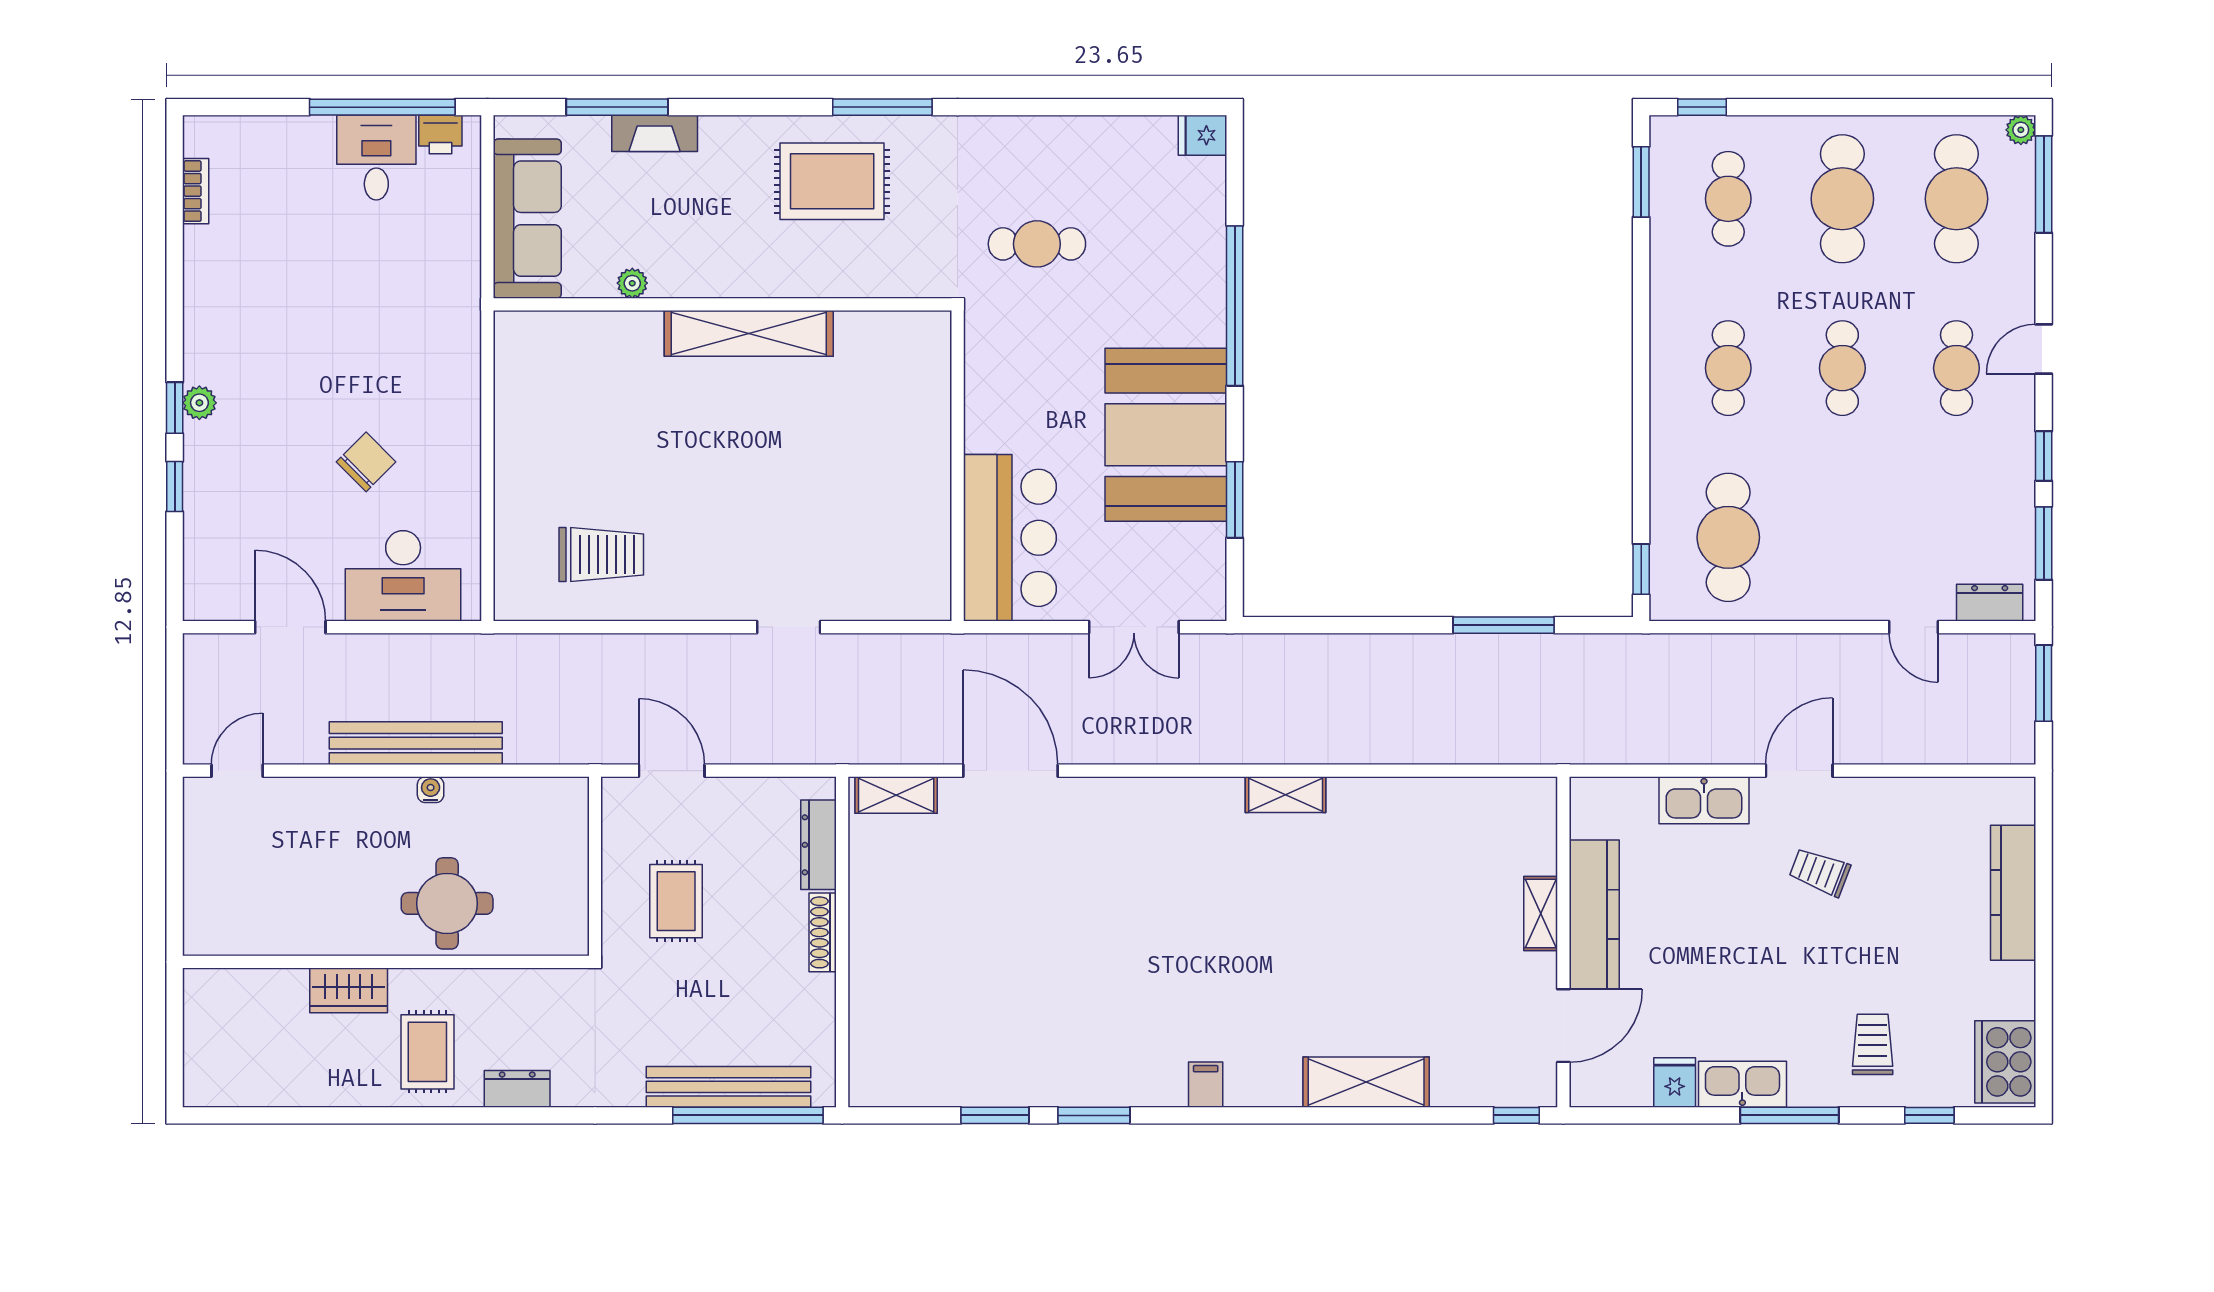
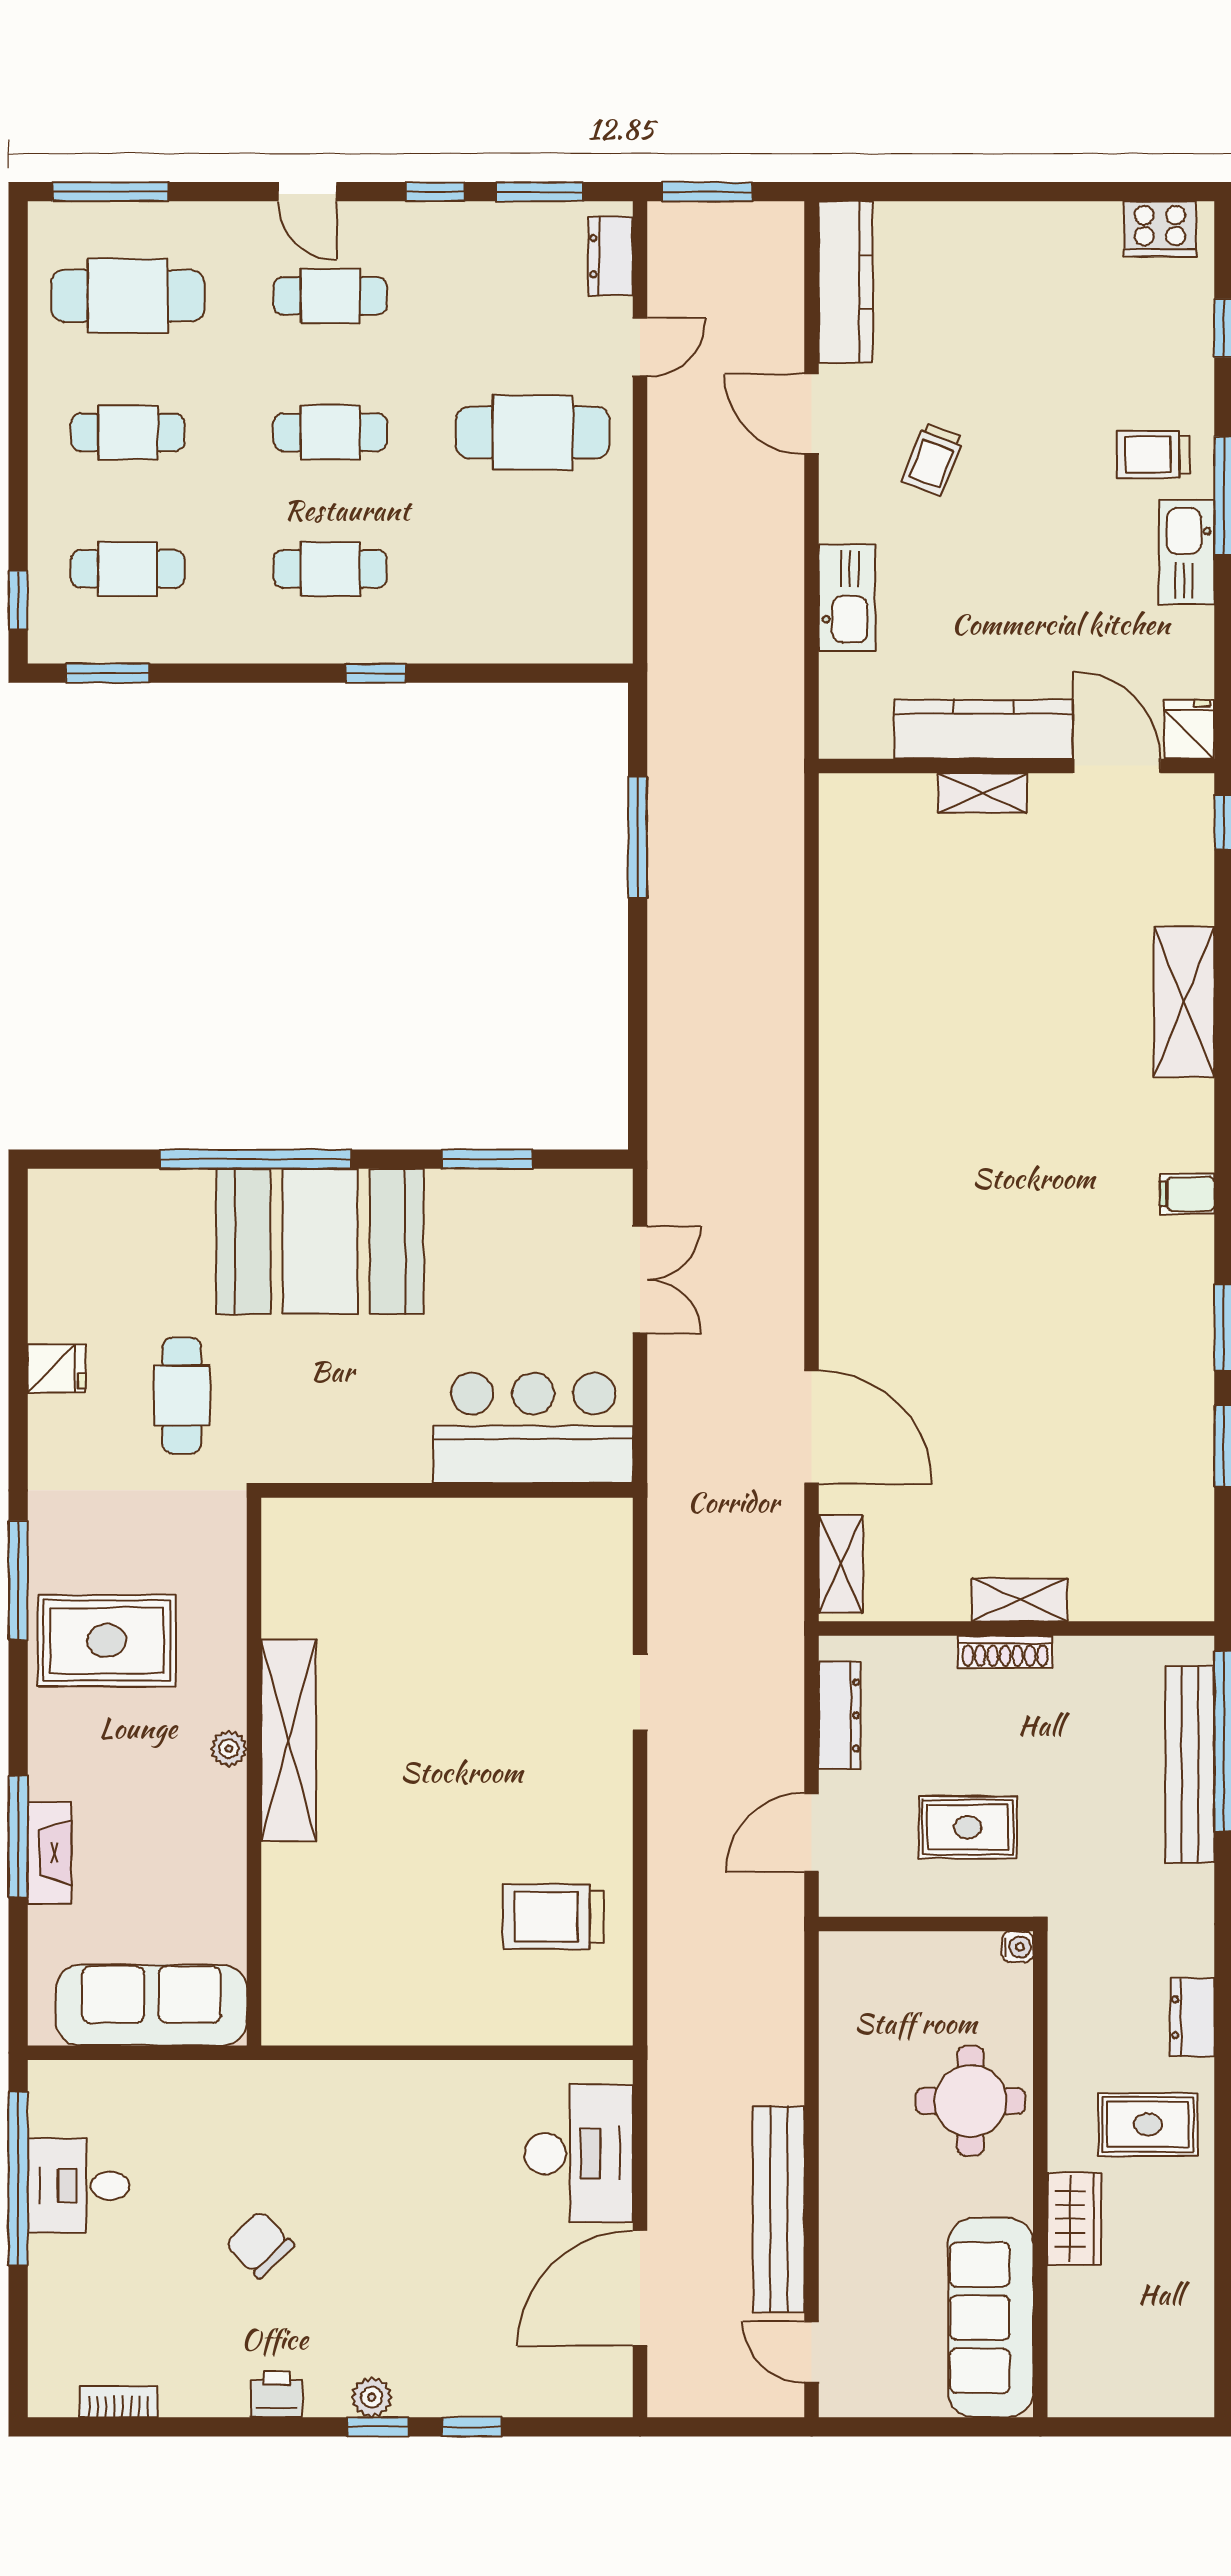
window: (617, 107) -> (18, 1837), moved
plant: (2021, 130) -> (45, 219), removed
printer: (440, 135) -> (277, 2394), moved, turned -90
fridge: (1203, 135) -> (56, 1368), moved, turned -90
rug: (832, 181) -> (107, 1641), turned 90
cafe table: (1842, 199) -> (128, 432), width x0.73, depth x0.74
plant: (632, 283) -> (229, 1749), moved
booth: (1166, 435) -> (320, 1241), moved
chair: (366, 462) -> (260, 2245), moved
cafe table: (1728, 537) -> (533, 432), moved
trolley: (601, 555) -> (553, 1917), turned -90
window: (1641, 569) -> (375, 673), moved
door: (290, 627) -> (640, 2288), width x1.36
bench: (416, 743) -> (779, 2209), moved
door: (1011, 771) -> (812, 1427), swing flipped
door: (1799, 771) -> (812, 414), moved
water cooler: (431, 790) -> (1018, 1947), moved, turned 180
shelving: (1286, 795) -> (1019, 1600), moved, turned 90
dresser: (819, 845) -> (840, 1715), moved, turned -90
kitchen counter: (2013, 893) -> (846, 282), moved, turned -90
sofa: (266, 920) -> (991, 2318), added
trolley: (1873, 1044) -> (1153, 455), moved
cooker: (2005, 1062) -> (1160, 229), width x0.73, depth x0.76
fridge: (1675, 1083) -> (1189, 729), moved, turned 90

